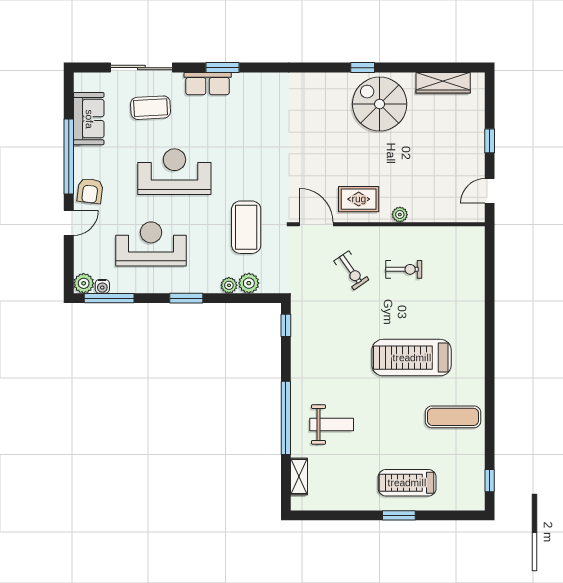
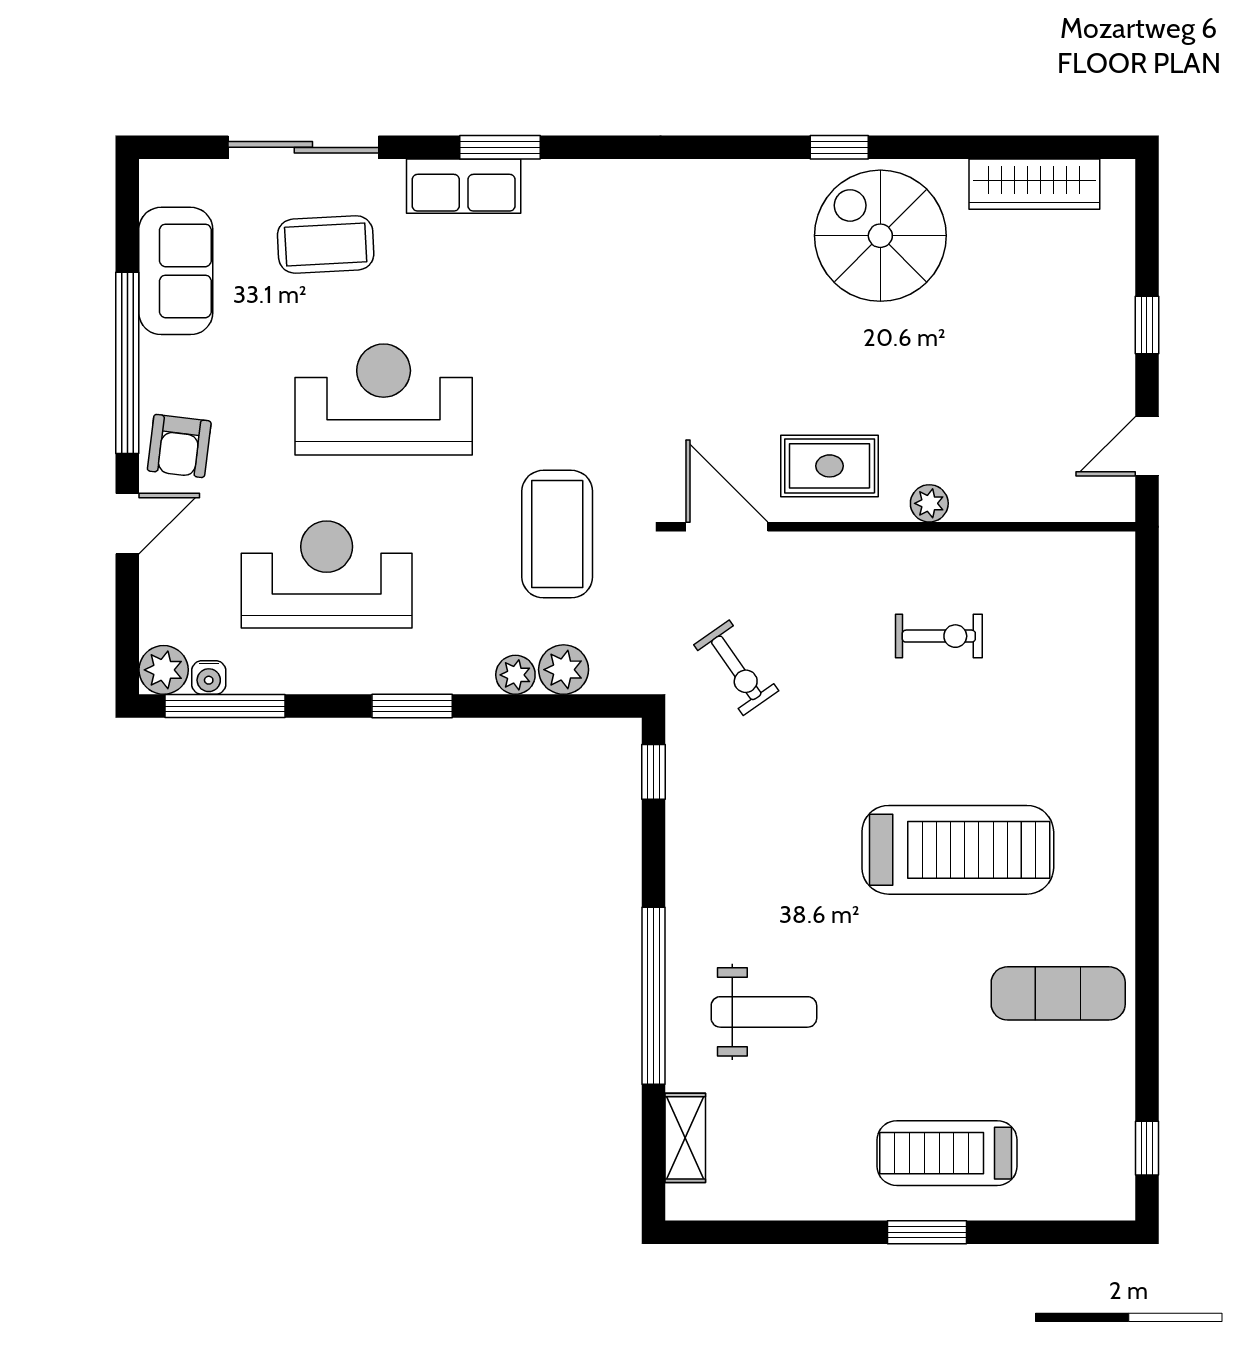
exercise bike: (351, 270) -> (736, 668), moved
treadmill: (412, 358) -> (958, 850), turned 180

